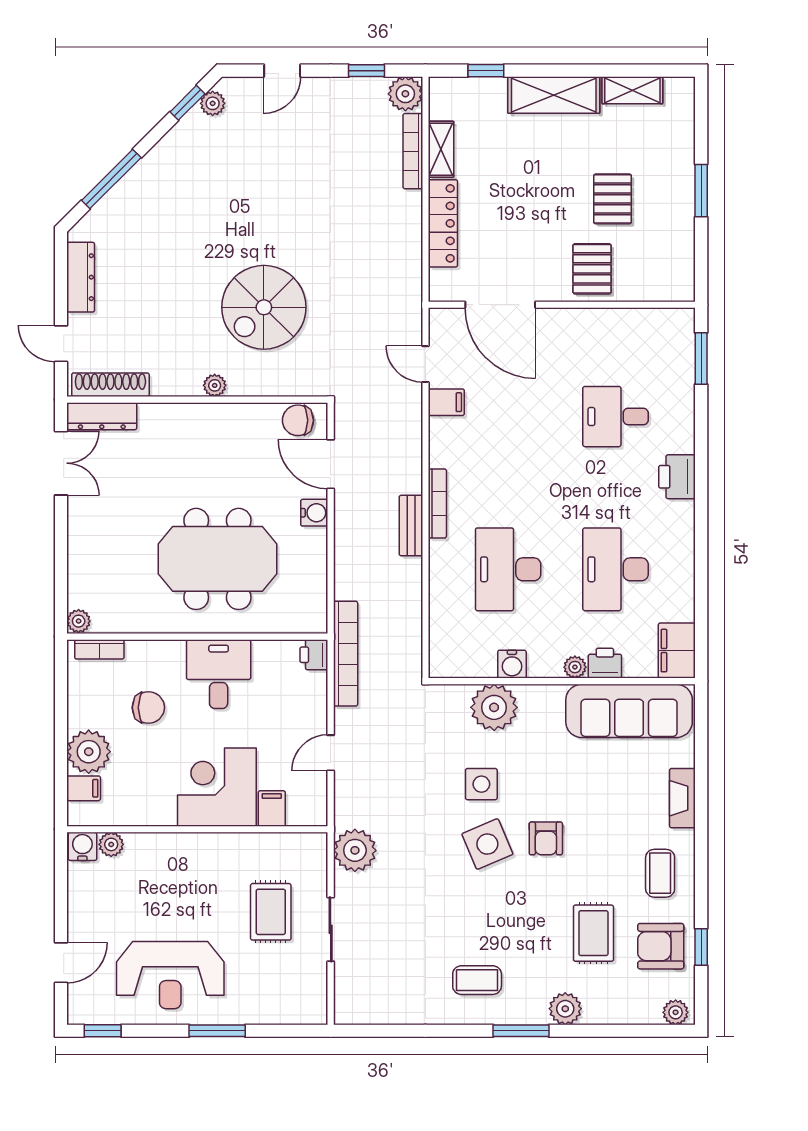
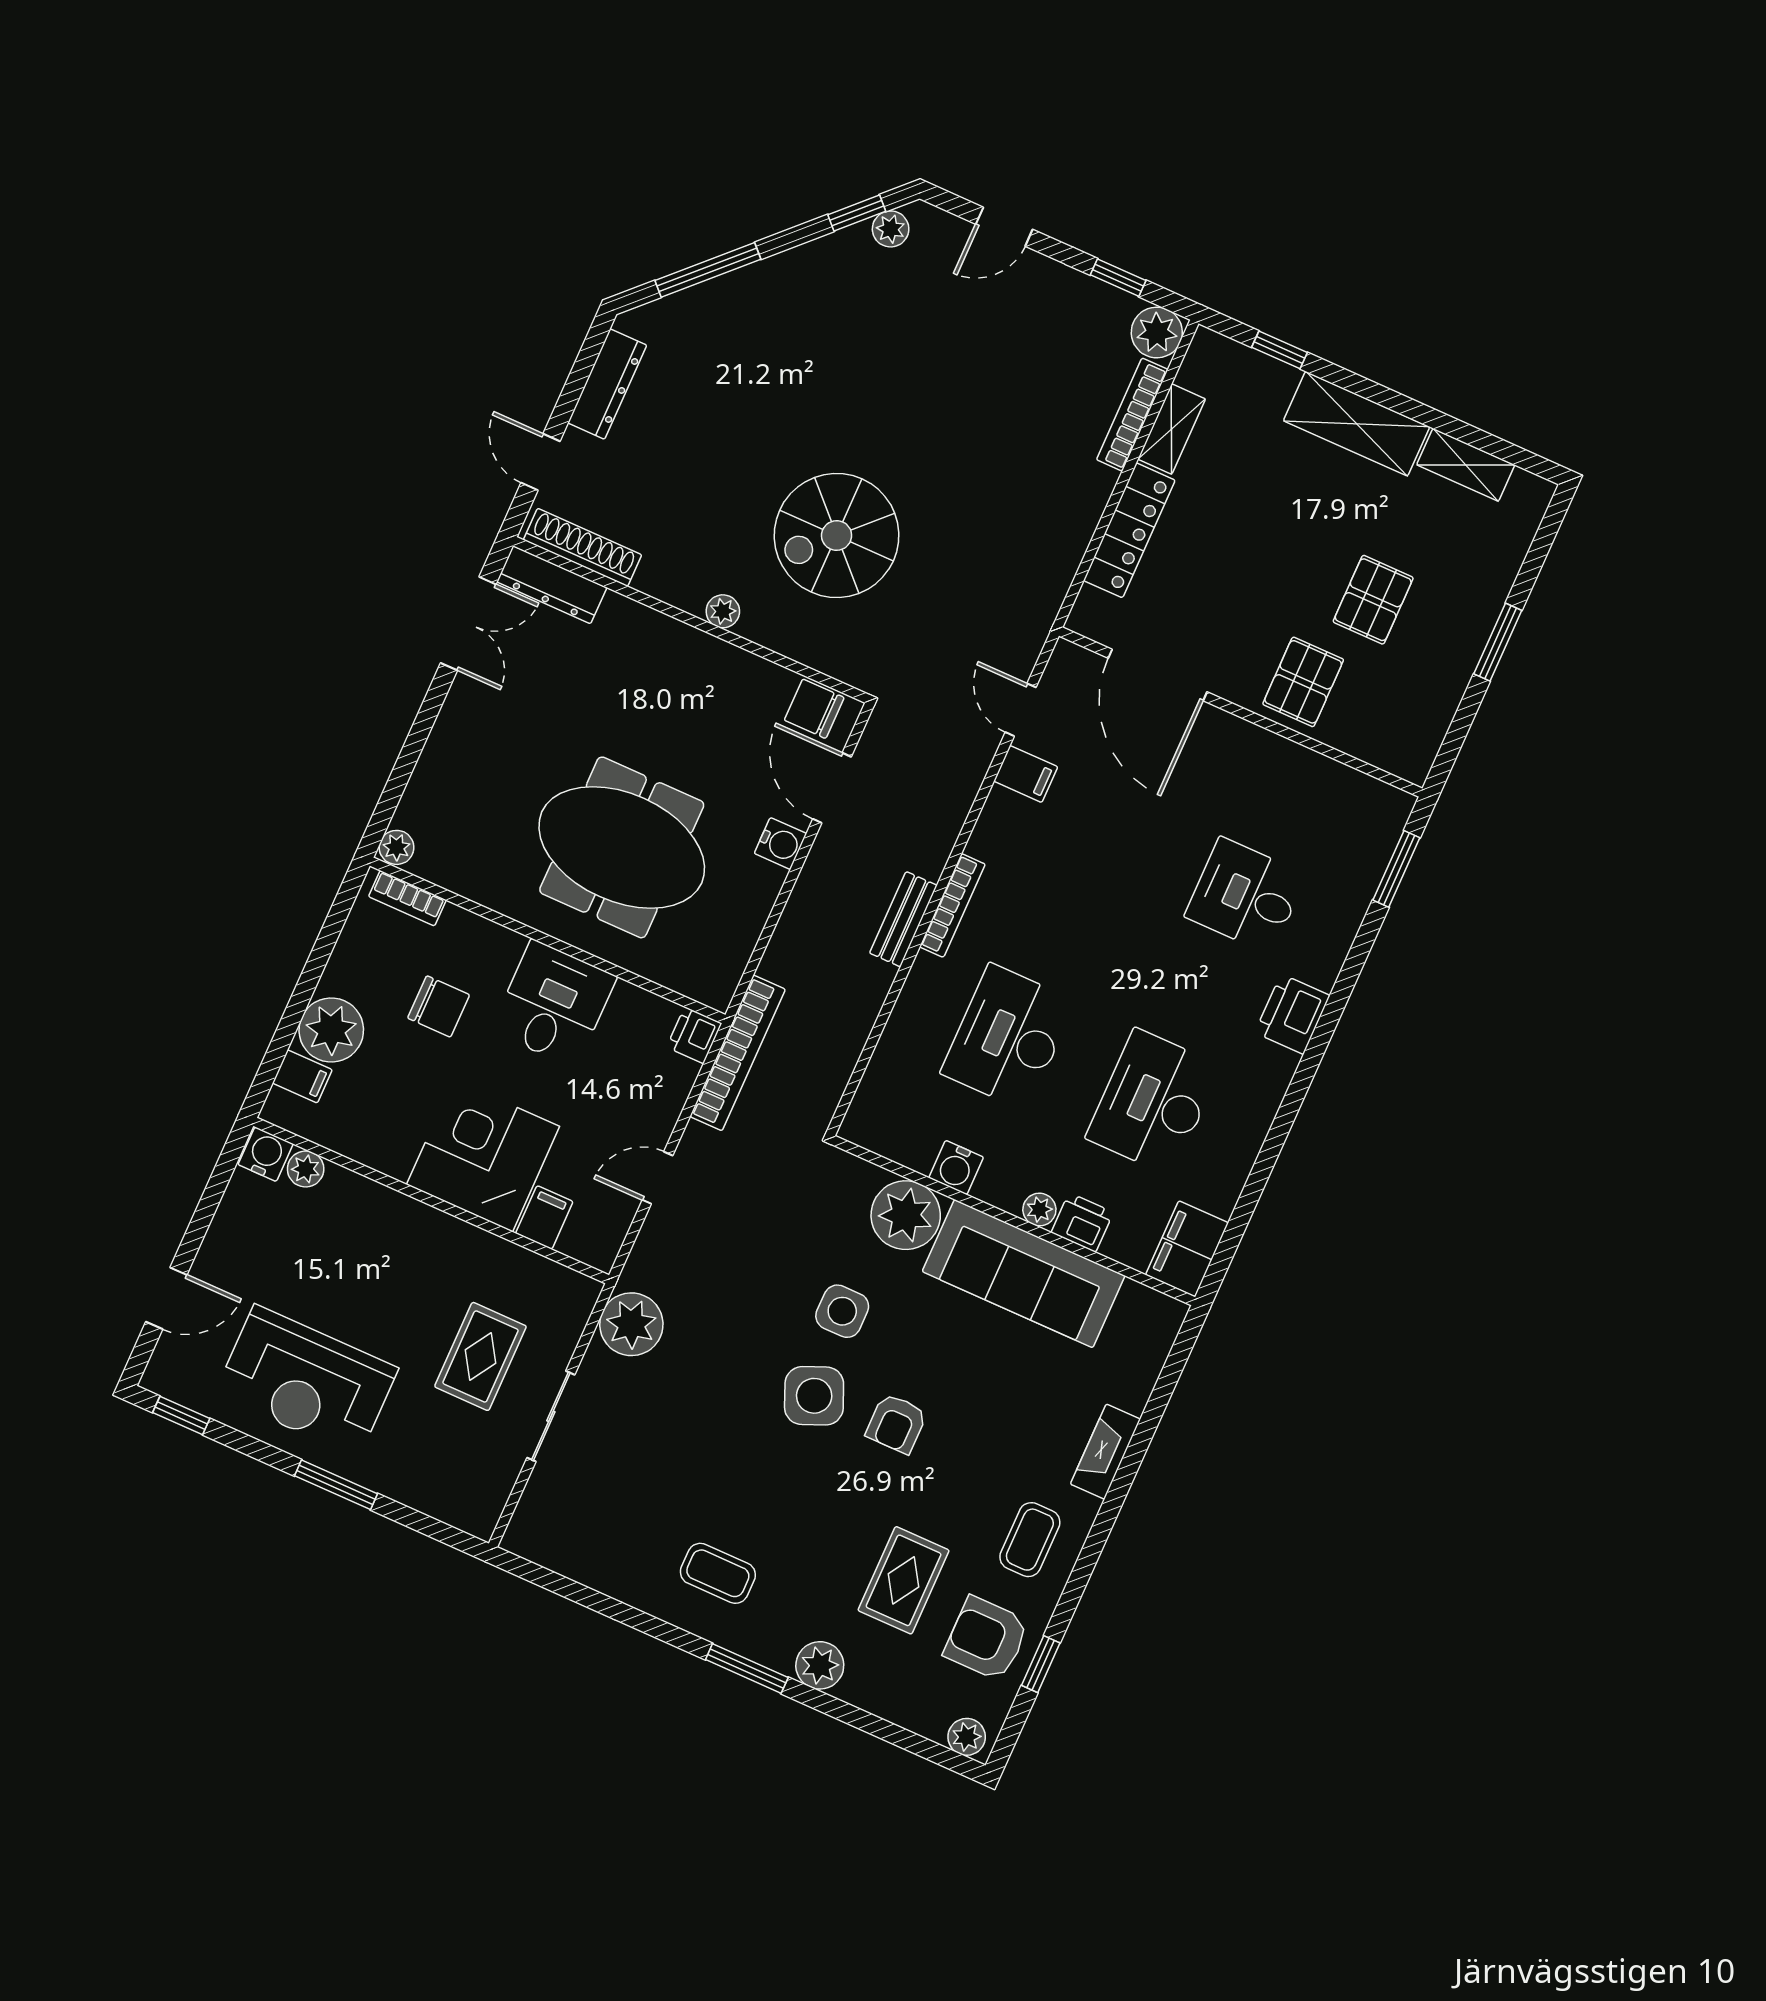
sofa: (629, 711) -> (1024, 1274), moved

